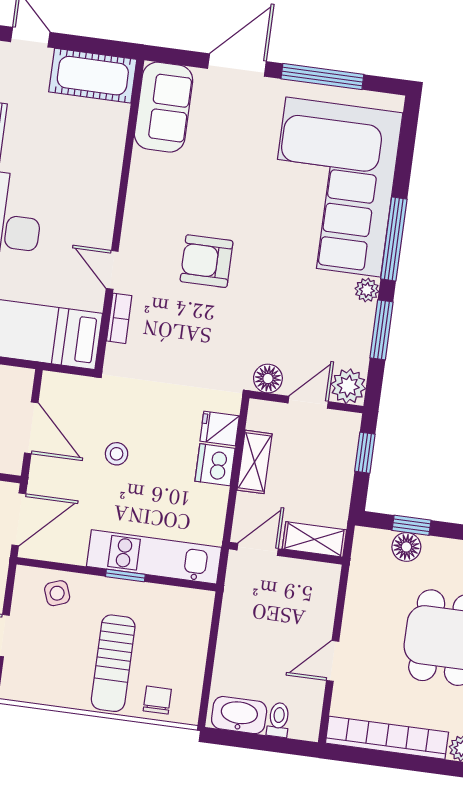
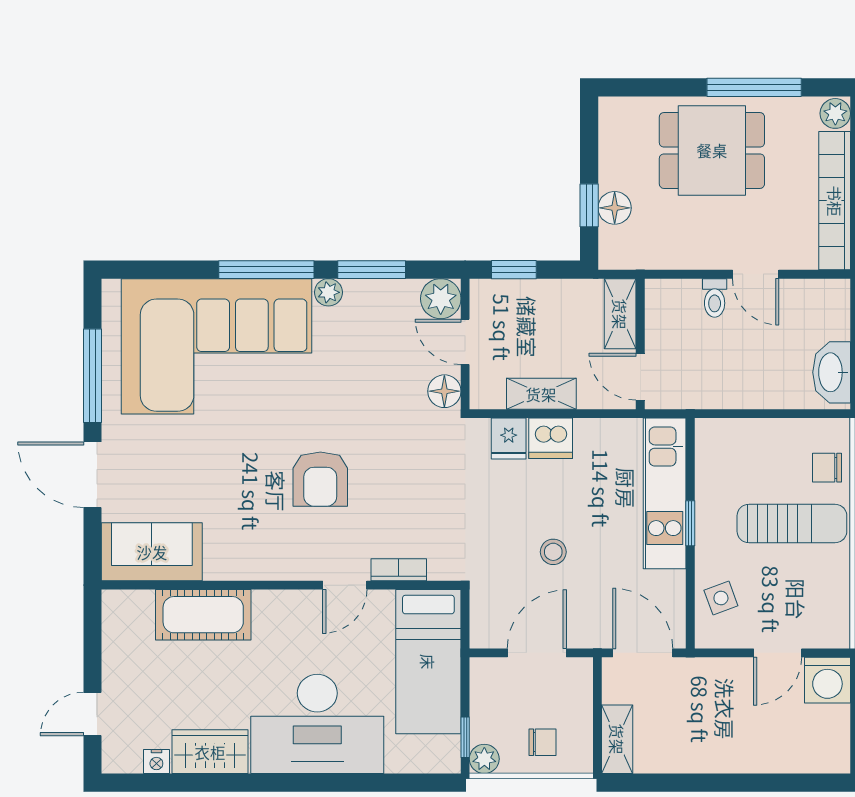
cot: (93, 76) -> (203, 615), moved, turned 90
toilet: (278, 720) -> (715, 298), moved, turned -90

